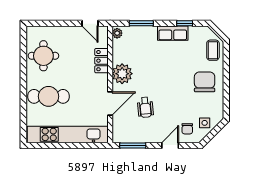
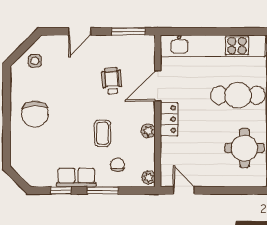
window: (141, 23) -> (103, 190), moved
coffee table: (213, 50) -> (102, 133), moved
locker: (101, 61) -> (169, 119), moved
plant: (122, 74) -> (148, 131), width x0.53, depth x0.53
chair: (187, 129) -> (117, 165), moved

